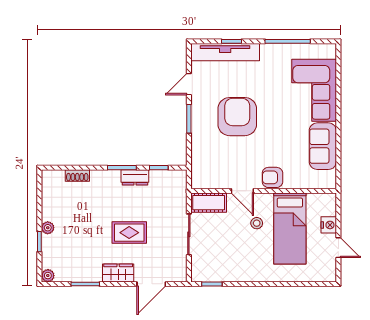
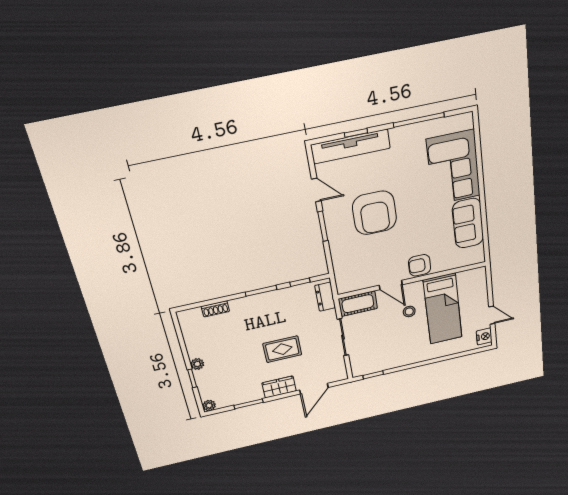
door: (189, 84) -> (316, 190), swing flipped
armchair: (237, 117) -> (375, 213), turned 180
dresser: (135, 177) -> (325, 297), moved, turned 90
nightstand: (329, 225) -> (484, 336), moved

